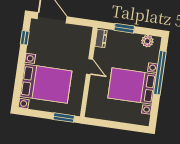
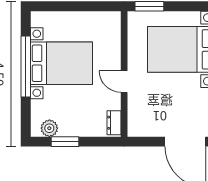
window: (124, 28) -> (65, 142), moved
window: (160, 73) -> (26, 66), moved

